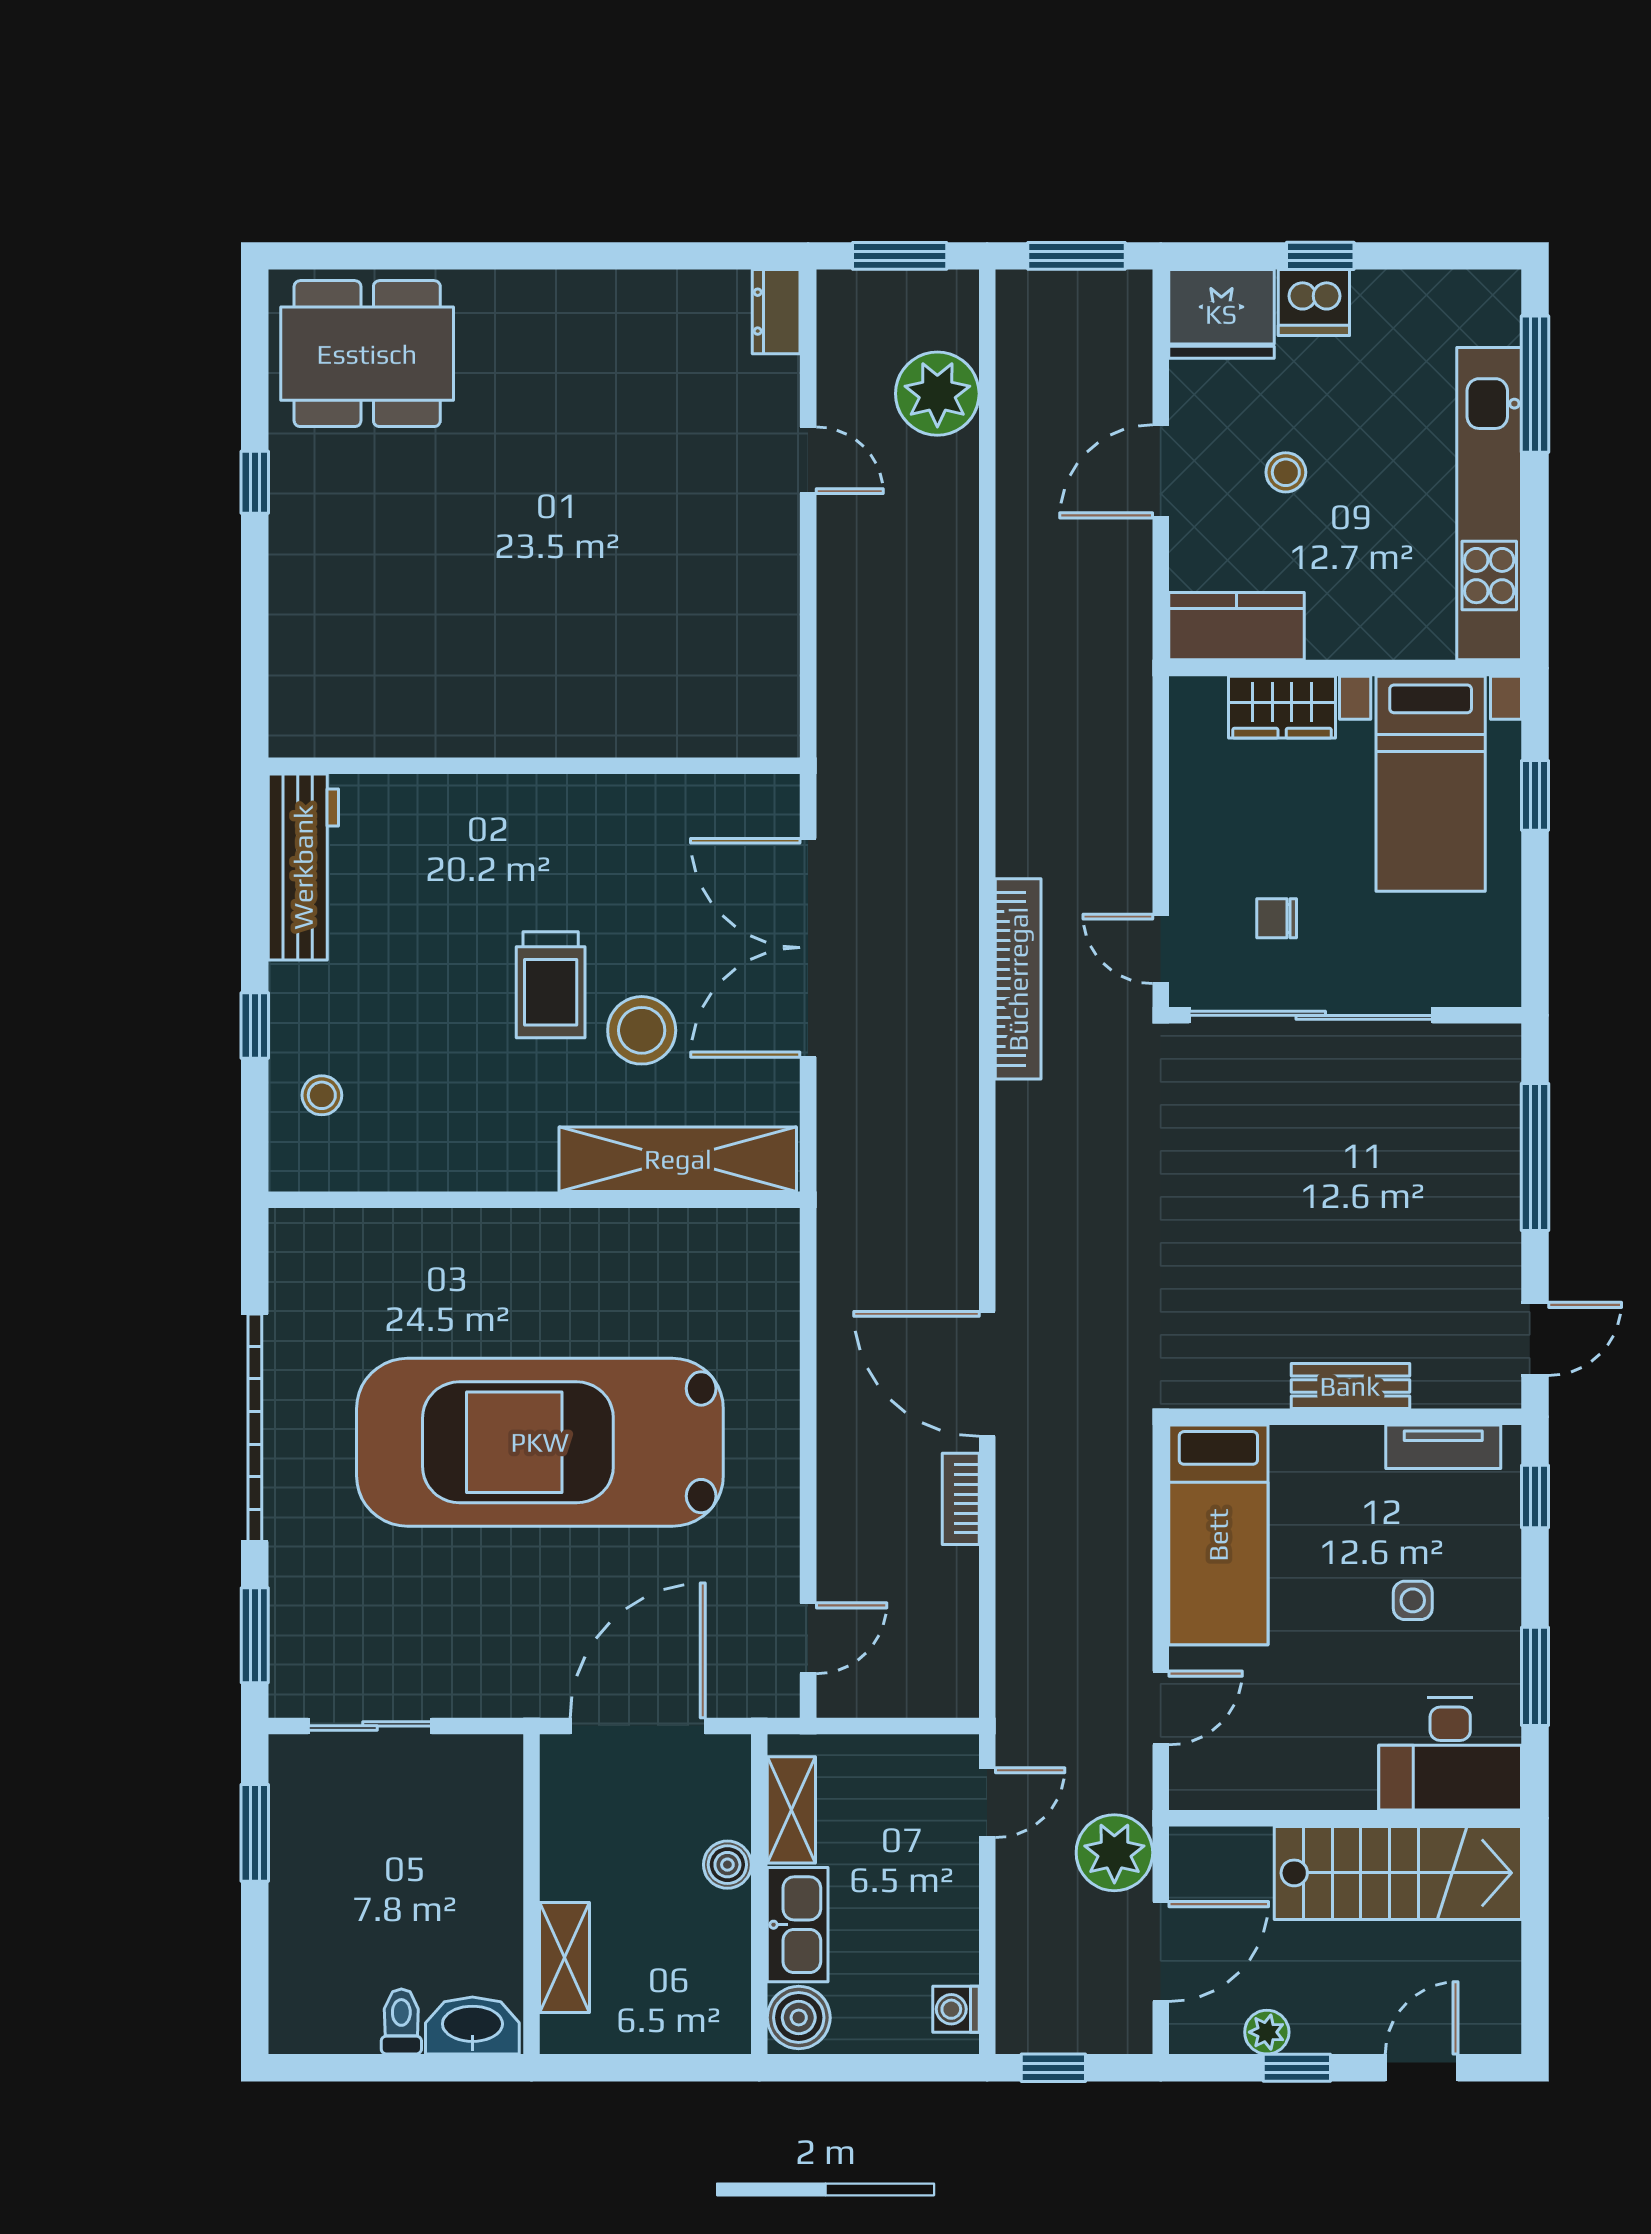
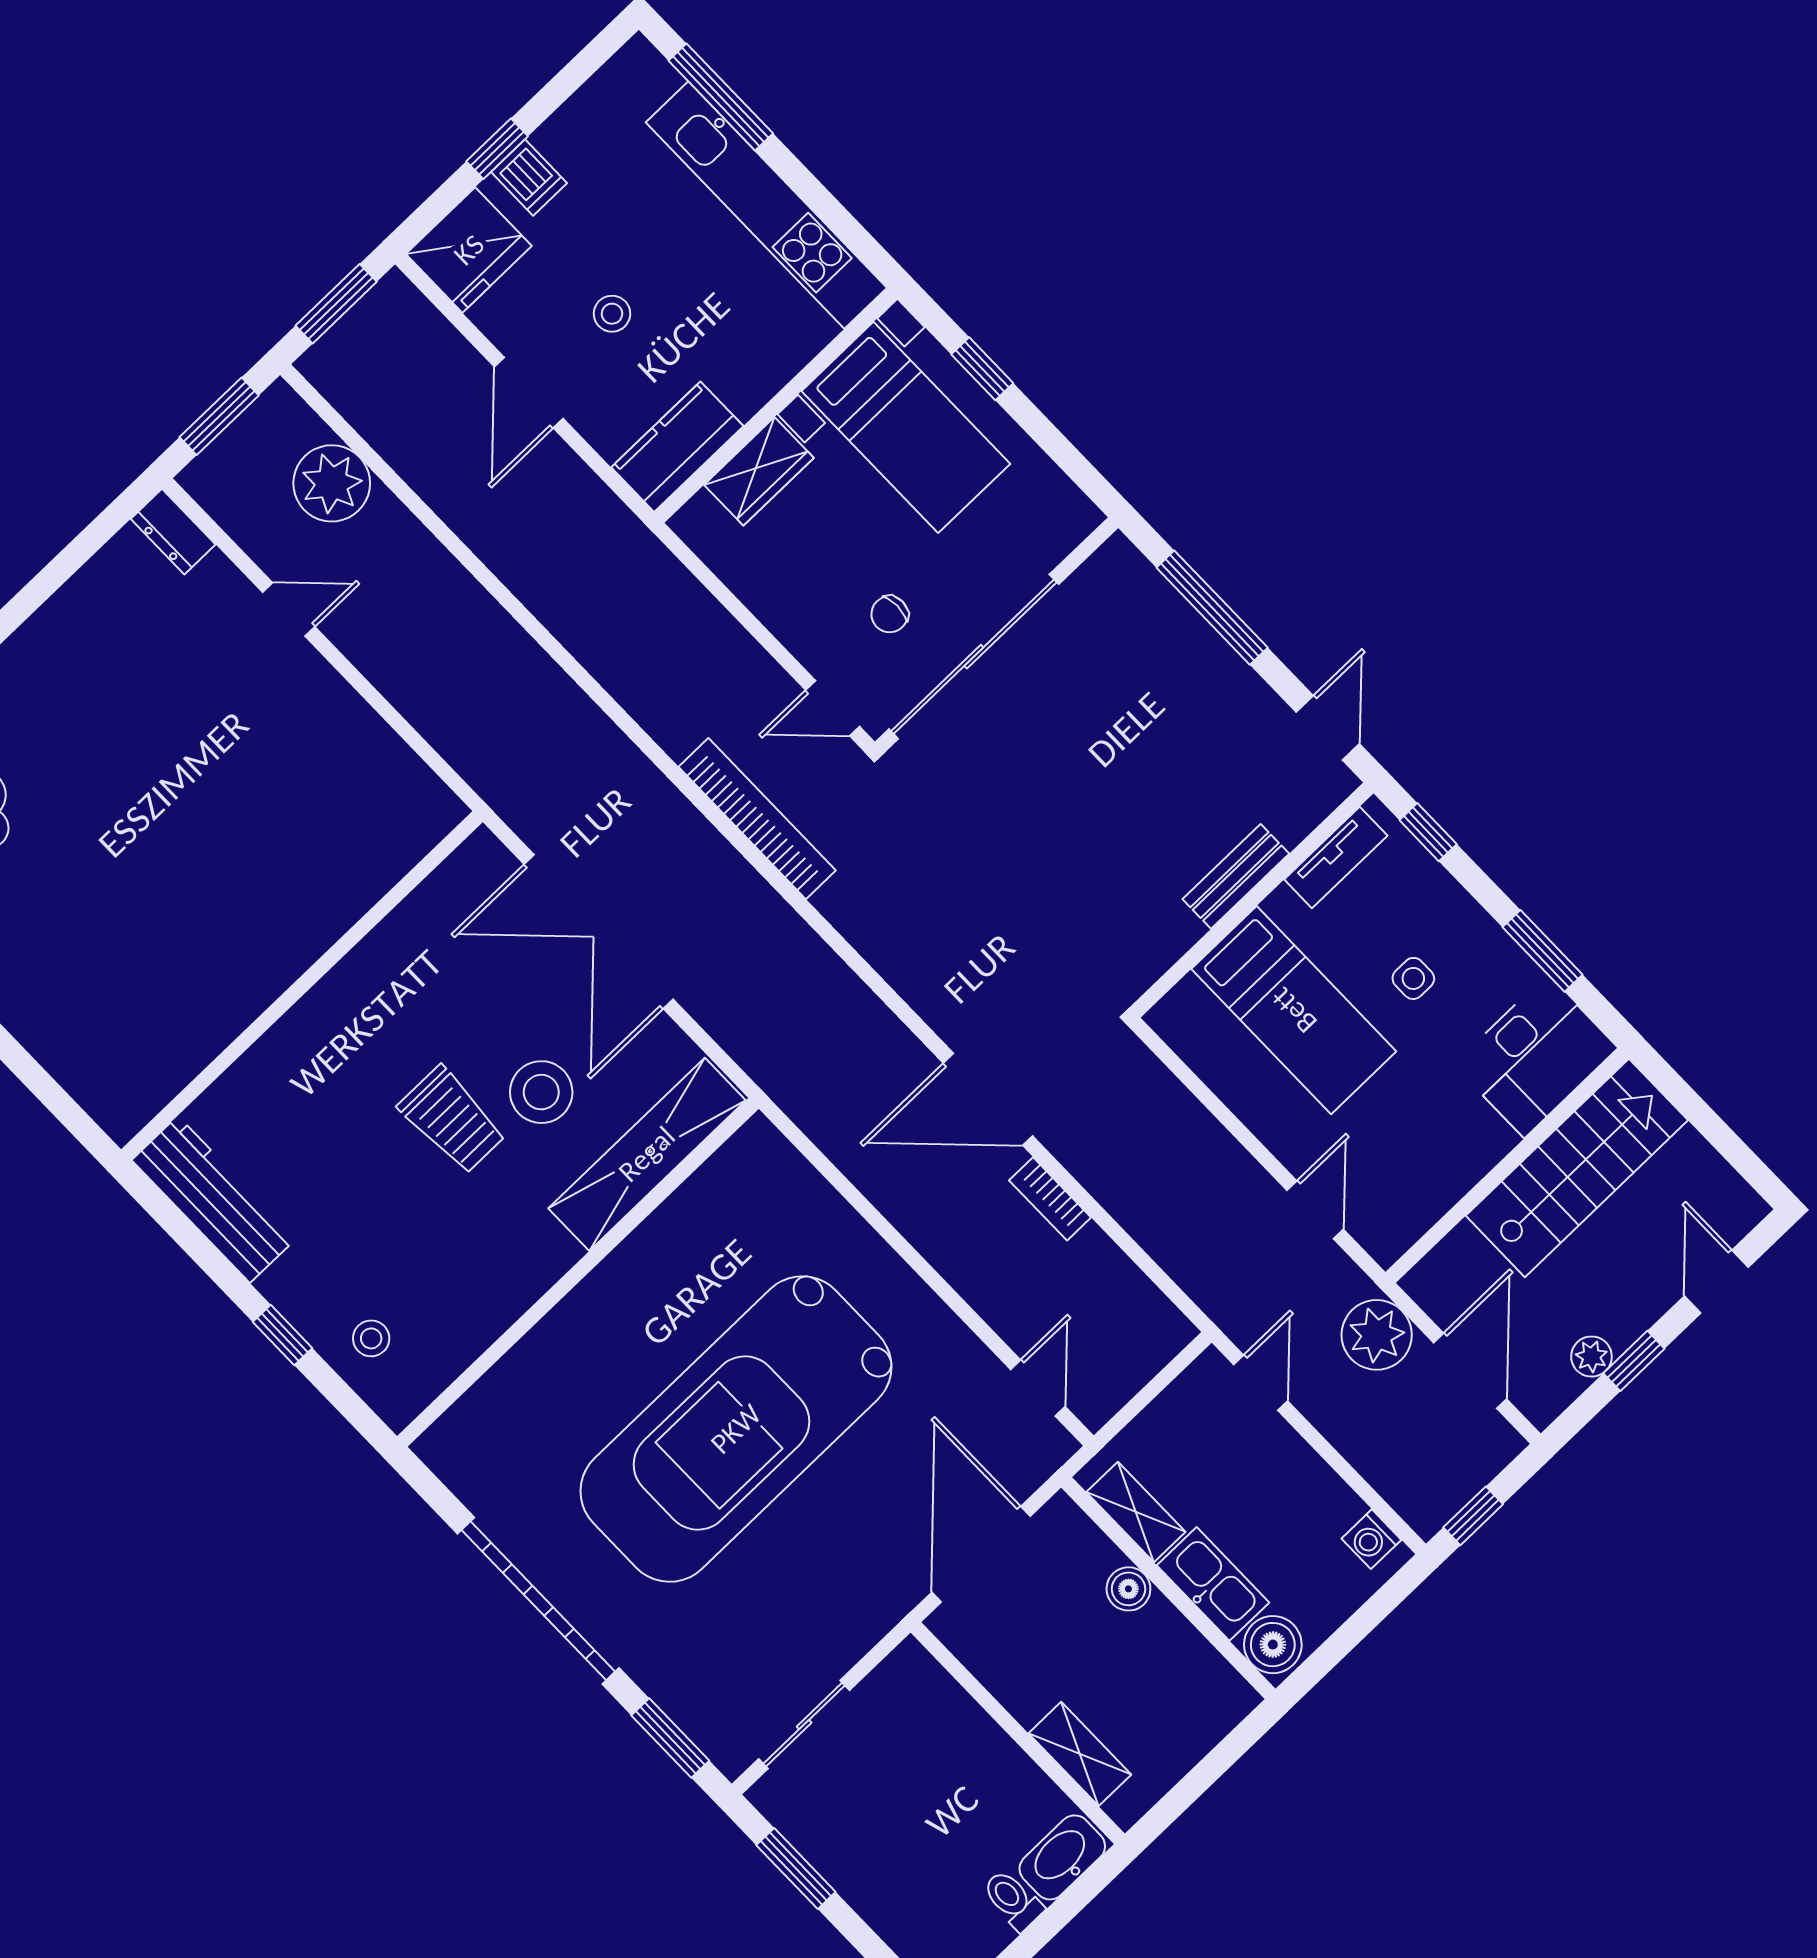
dishwasher: (1314, 303) -> (529, 178), width x0.73
bed: (1218, 1535) -> (1294, 1010), moved

